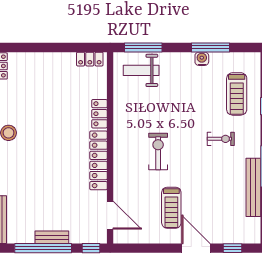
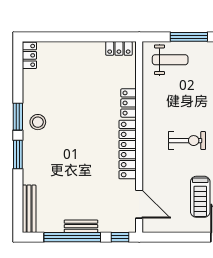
window: (143, 47) -> (189, 37), moved
weight bench: (141, 70) -> (170, 60), turned 180
exercise bike: (158, 151) -> (187, 141), turned 90

